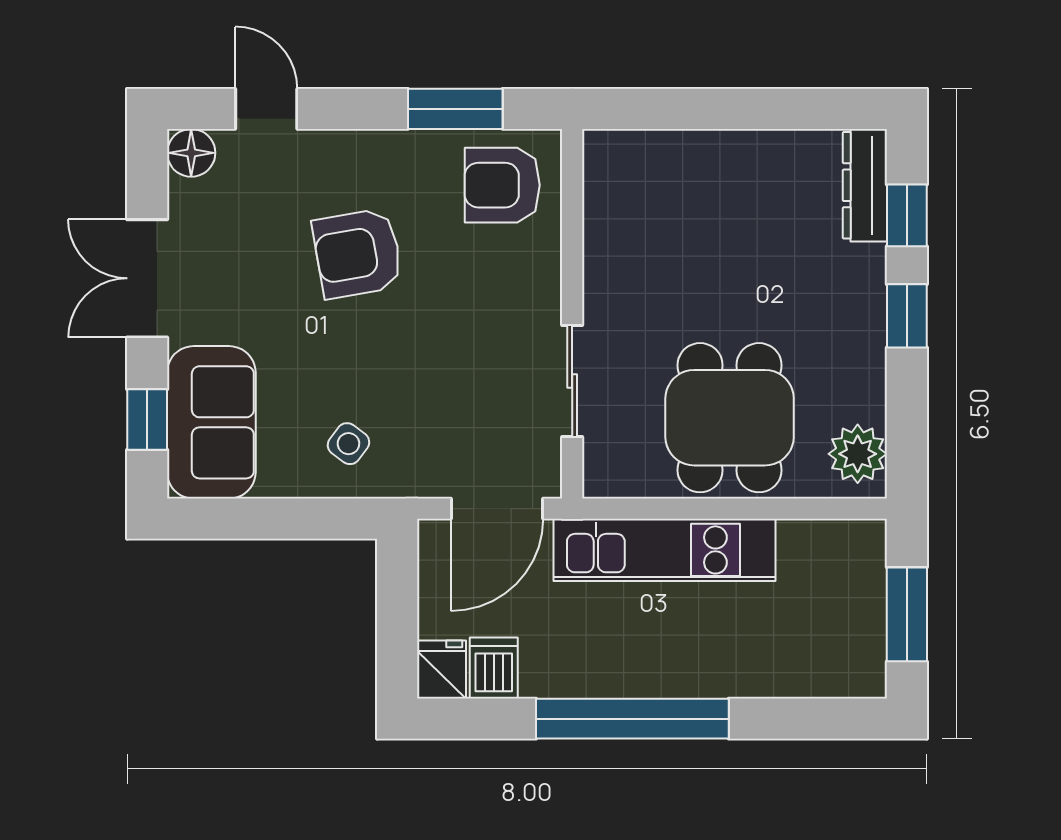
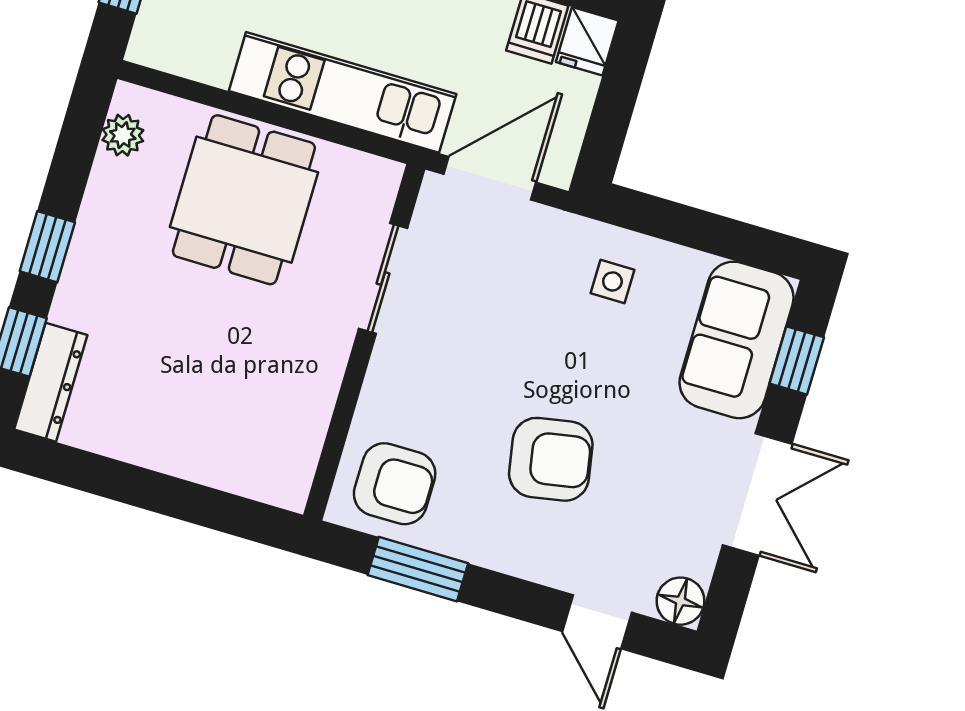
side table: (348, 444) -> (612, 281), turned -37
plant: (858, 454) -> (123, 135), width x0.73, depth x0.73

